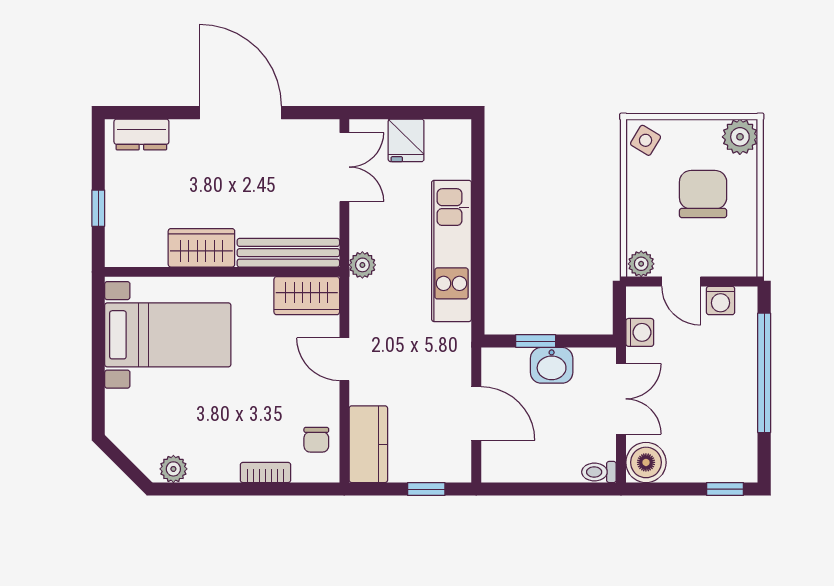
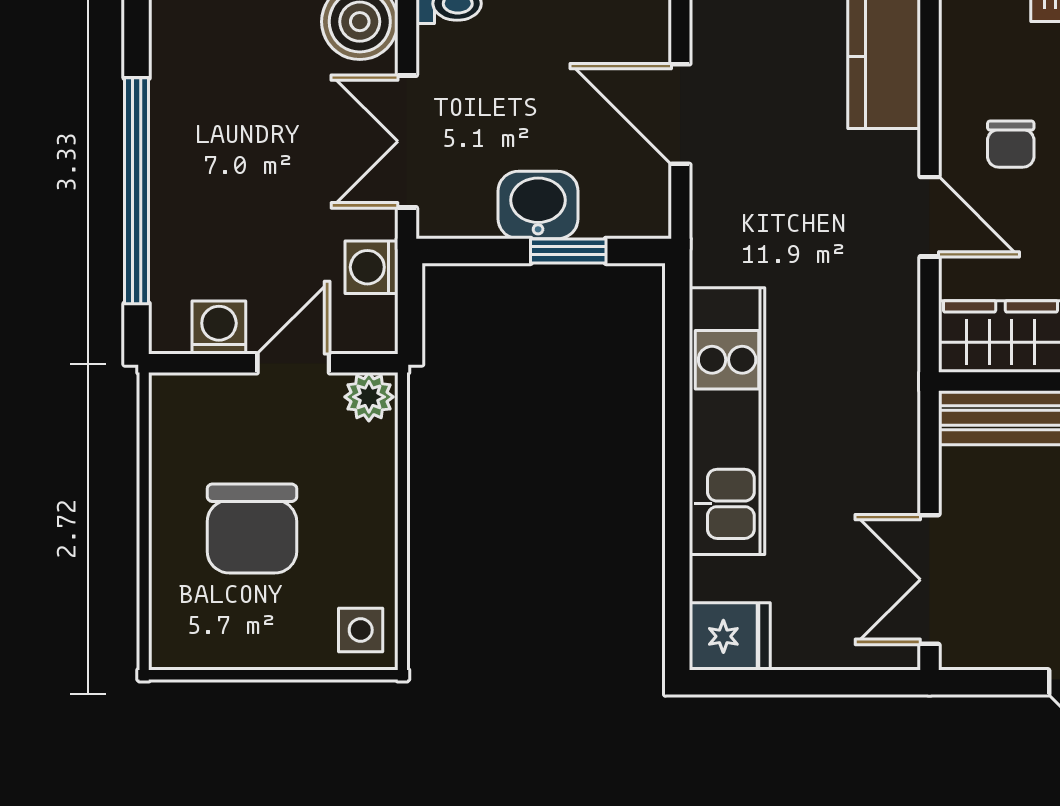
plant: (740, 137) -> (182, 637), removed
fridge: (406, 140) -> (730, 636), moved, turned 90
side table: (646, 140) -> (361, 630), turned -31
plant: (362, 265) -> (895, 395), removed
door: (681, 282) -> (293, 363), hinge flipped
chair: (316, 440) -> (1011, 144), moved, turned 180

